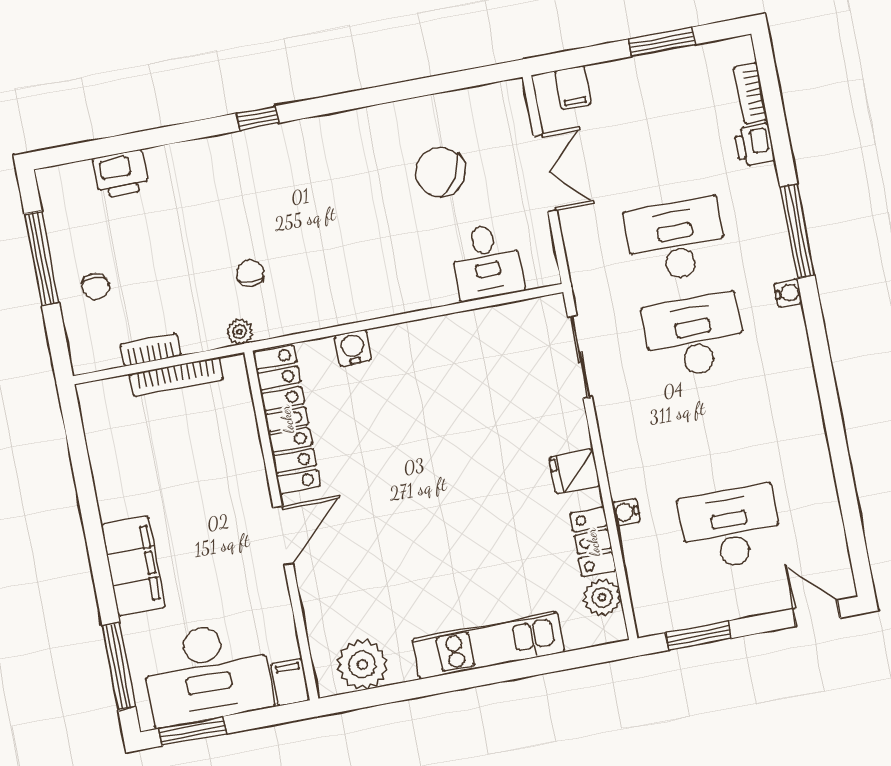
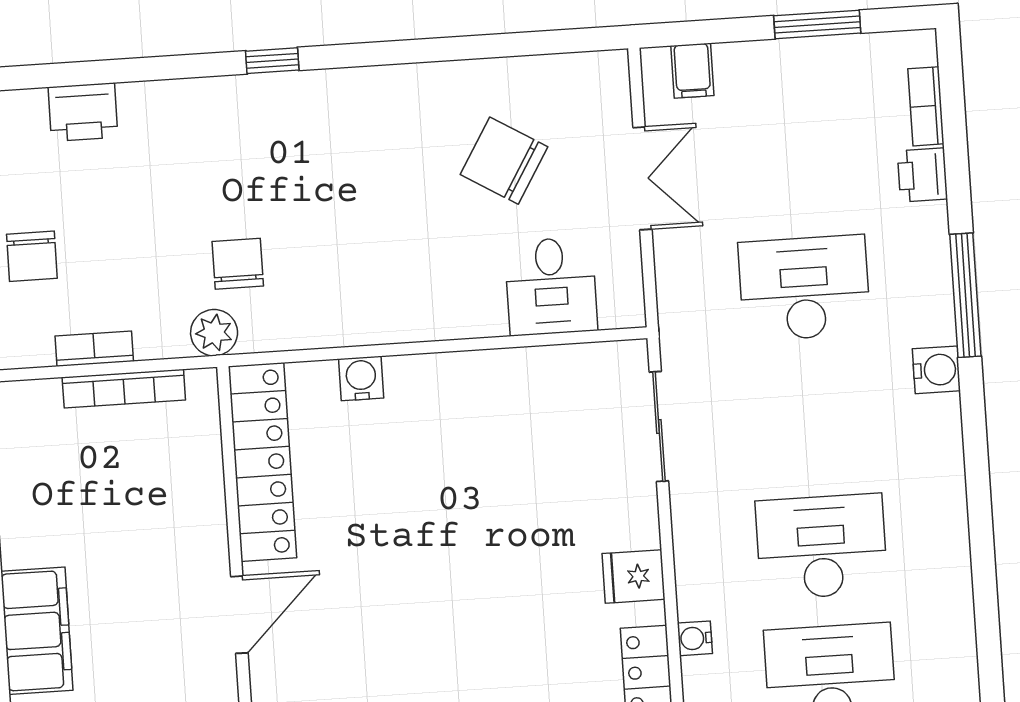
chair: (250, 273) -> (238, 264), width x1.37, depth x1.37
chair: (96, 286) -> (32, 256), width x1.37, depth x1.37
water cooler: (788, 293) -> (936, 370), width x1.38, depth x1.38
plant: (240, 332) -> (214, 333), width x1.38, depth x1.38
desk: (694, 336) -> (822, 547), moved

